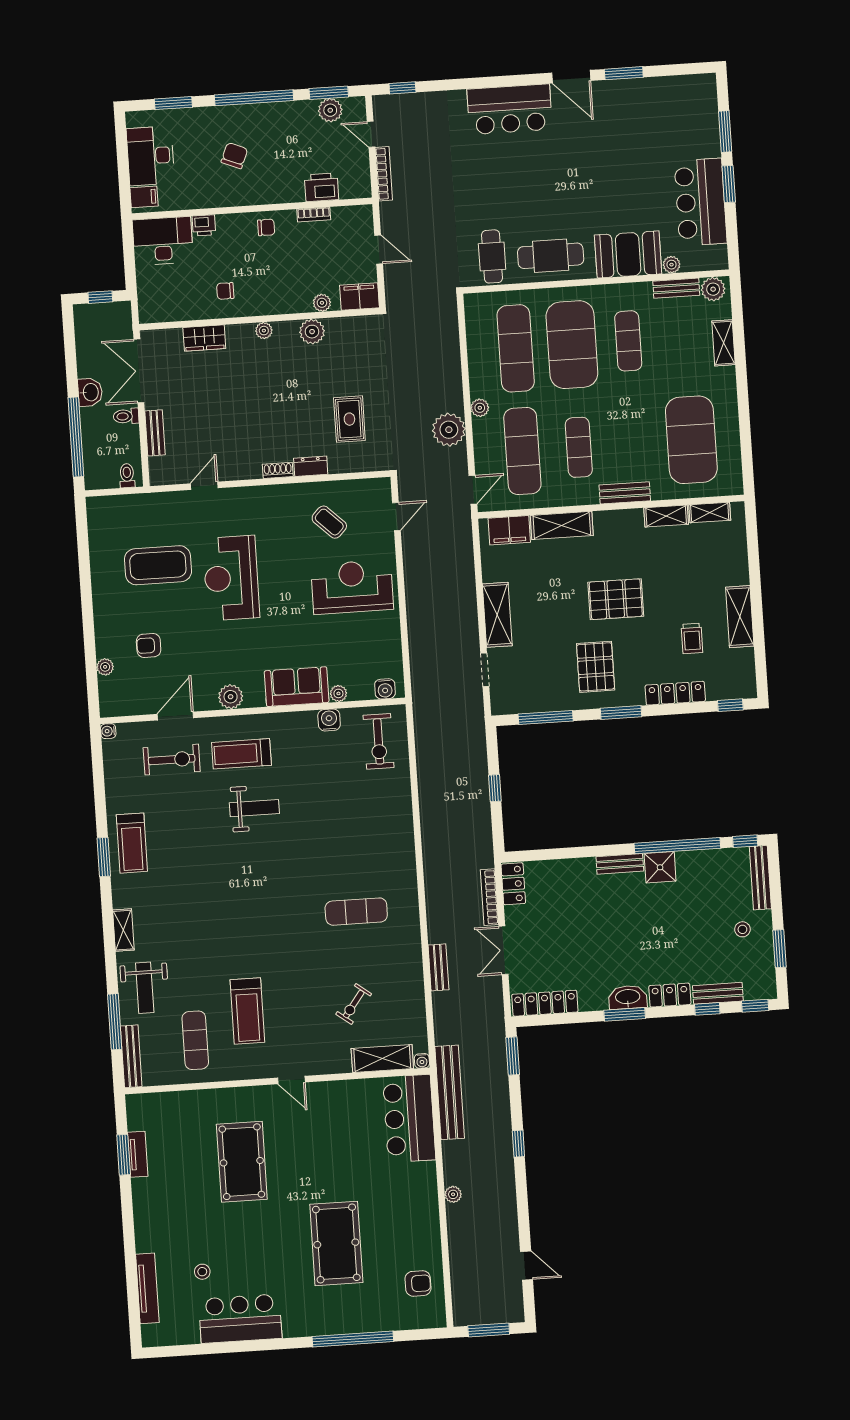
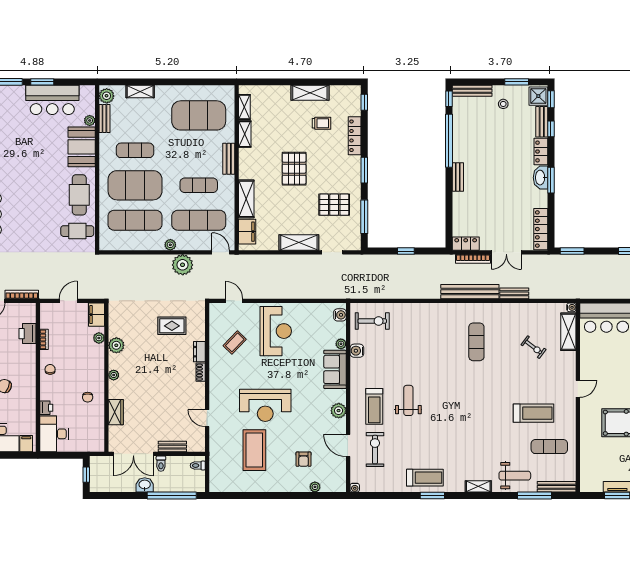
reception desk: (352, 587) -> (276, 331), turned 180
pallet: (596, 667) -> (334, 205), moved
shower: (660, 867) -> (538, 96), moved
bench: (450, 1092) -> (470, 292), moved

